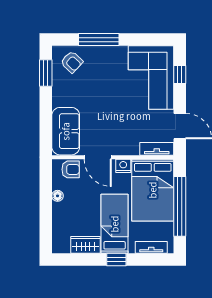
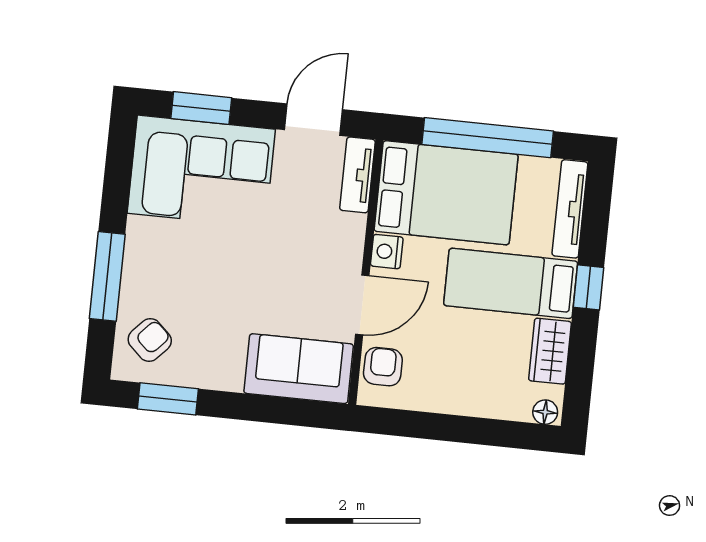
window: (180, 74) -> (201, 108), width x1.50
floor lamp: (58, 196) -> (545, 412), moved
tv unit: (151, 247) -> (570, 209), width x1.41

